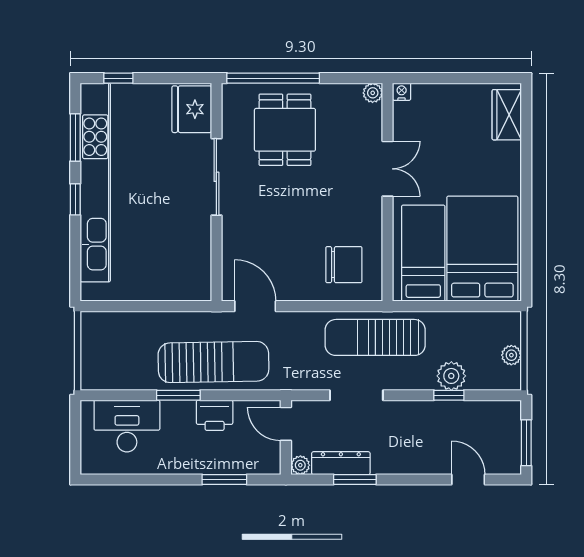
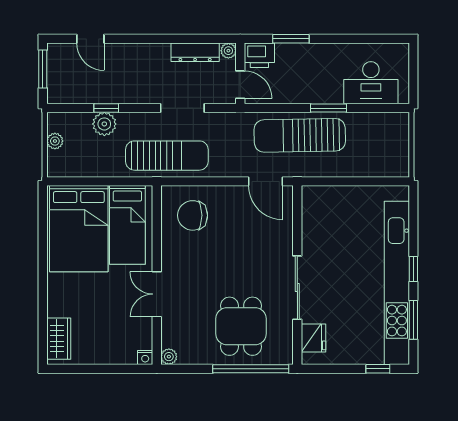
fridge: (192, 109) -> (313, 338), width x0.73, depth x0.75
printer: (215, 415) -> (259, 55), moved, turned 180
window: (355, 480) -> (183, 39), removed

